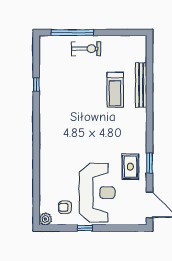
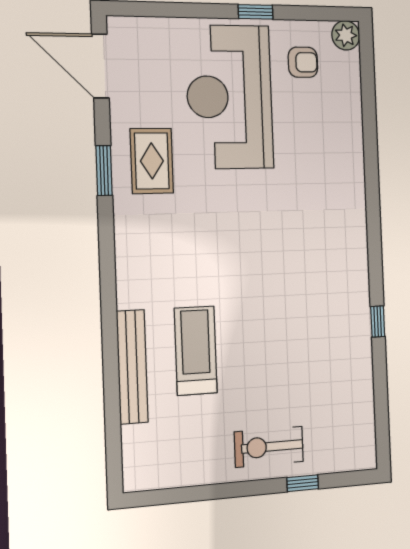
window: (72, 33) -> (303, 483), width x0.32
window: (36, 85) -> (378, 322), moved

